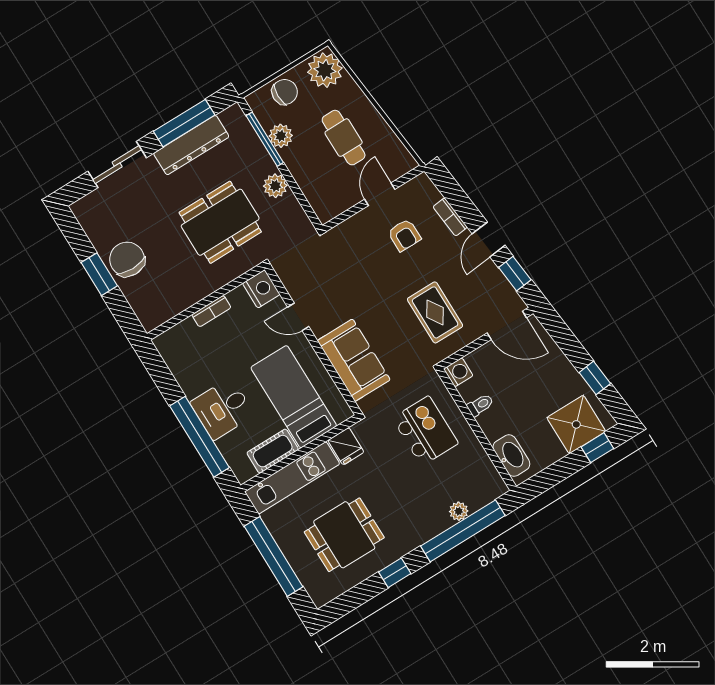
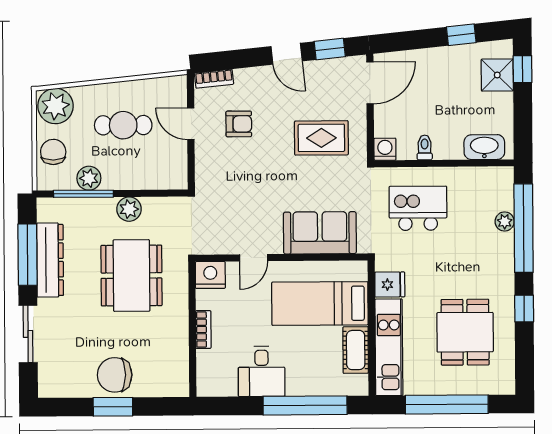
bookcase: (450, 217) -> (214, 79), moved
desk: (222, 409) -> (262, 371), moved
shower: (576, 424) -> (497, 75), width x0.73, depth x0.73

